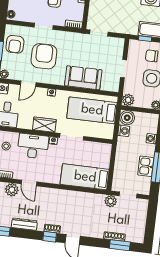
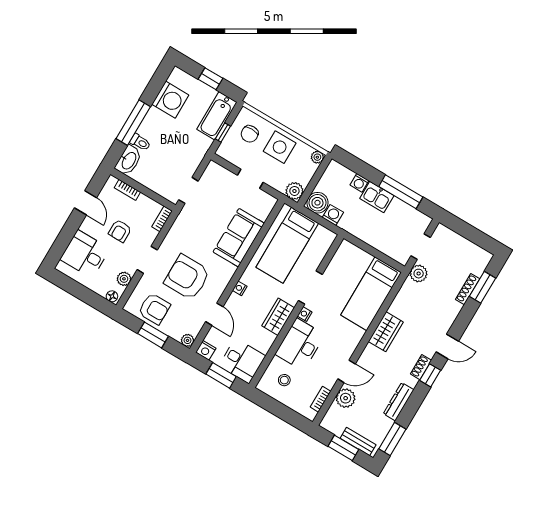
plant: (25, 17) -> (124, 279), added
kitchen sink: (146, 166) -> (377, 197), moved
wardrobe: (65, 197) -> (386, 332), added

